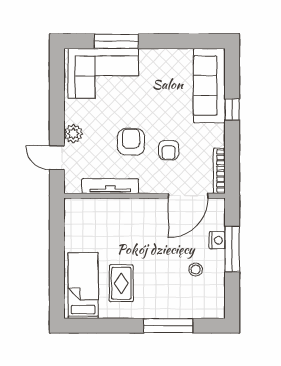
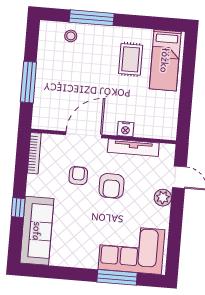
door: (188, 196) -> (84, 135), moved
nightstand: (217, 240) -> (126, 129), moved, turned -90
stool: (196, 270) -> (71, 36), moved

